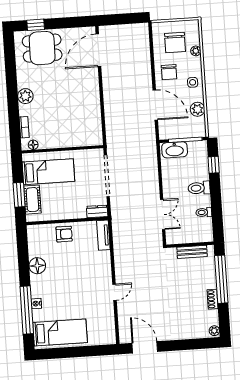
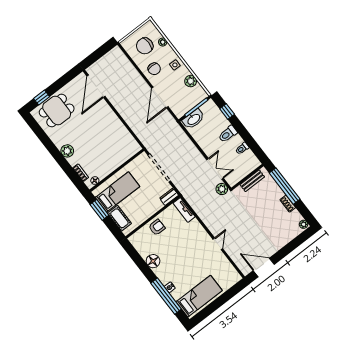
chair: (175, 43) -> (145, 46), turned 90
door: (155, 105) -> (160, 97), swing flipped
window: (19, 195) -> (99, 210), moved
plant: (156, 240) -> (222, 189), added

